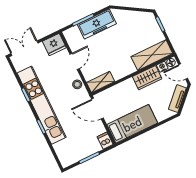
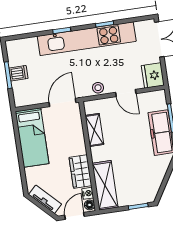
shelving: (101, 82) -> (94, 130), moved
dishwasher: (105, 141) -> (18, 73), moved

